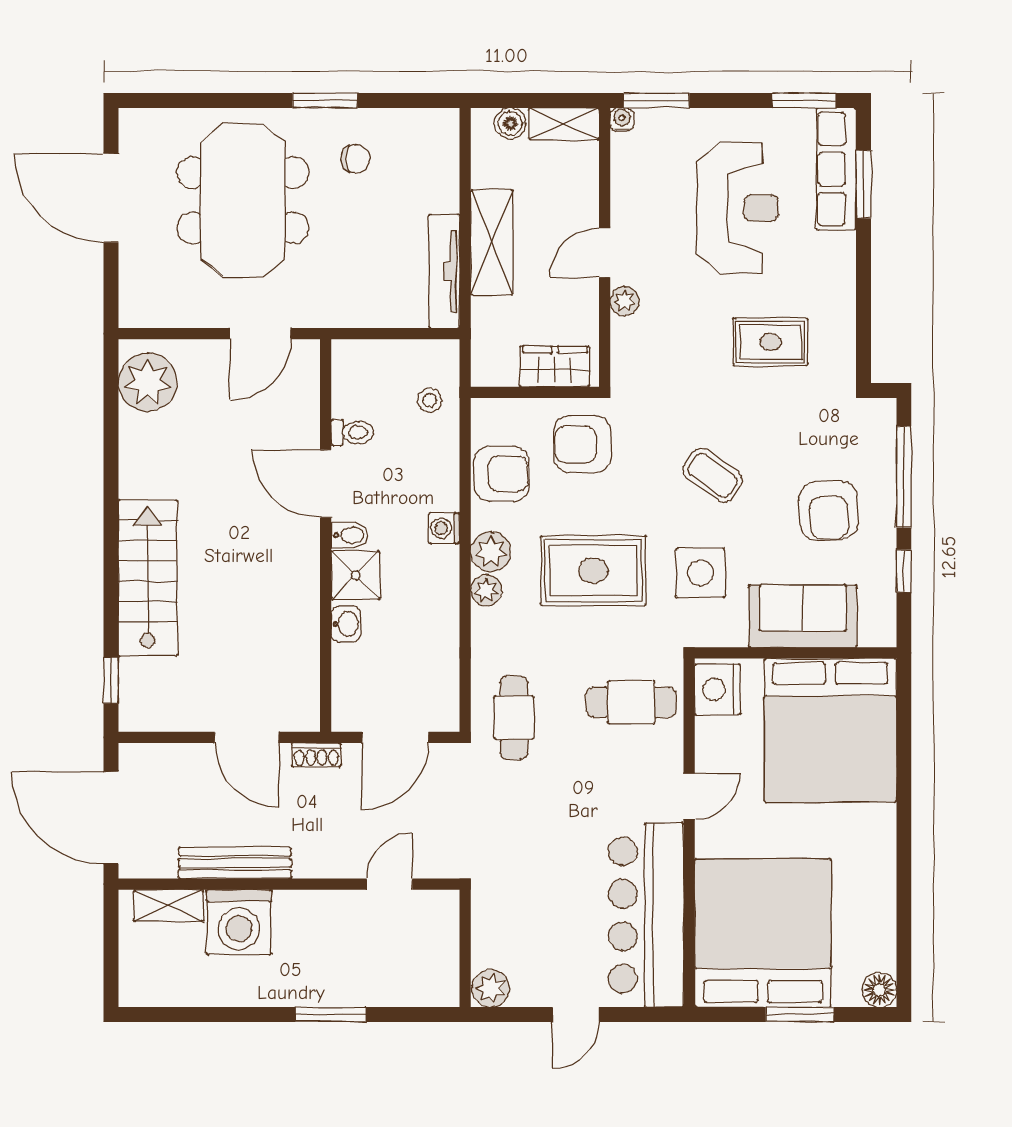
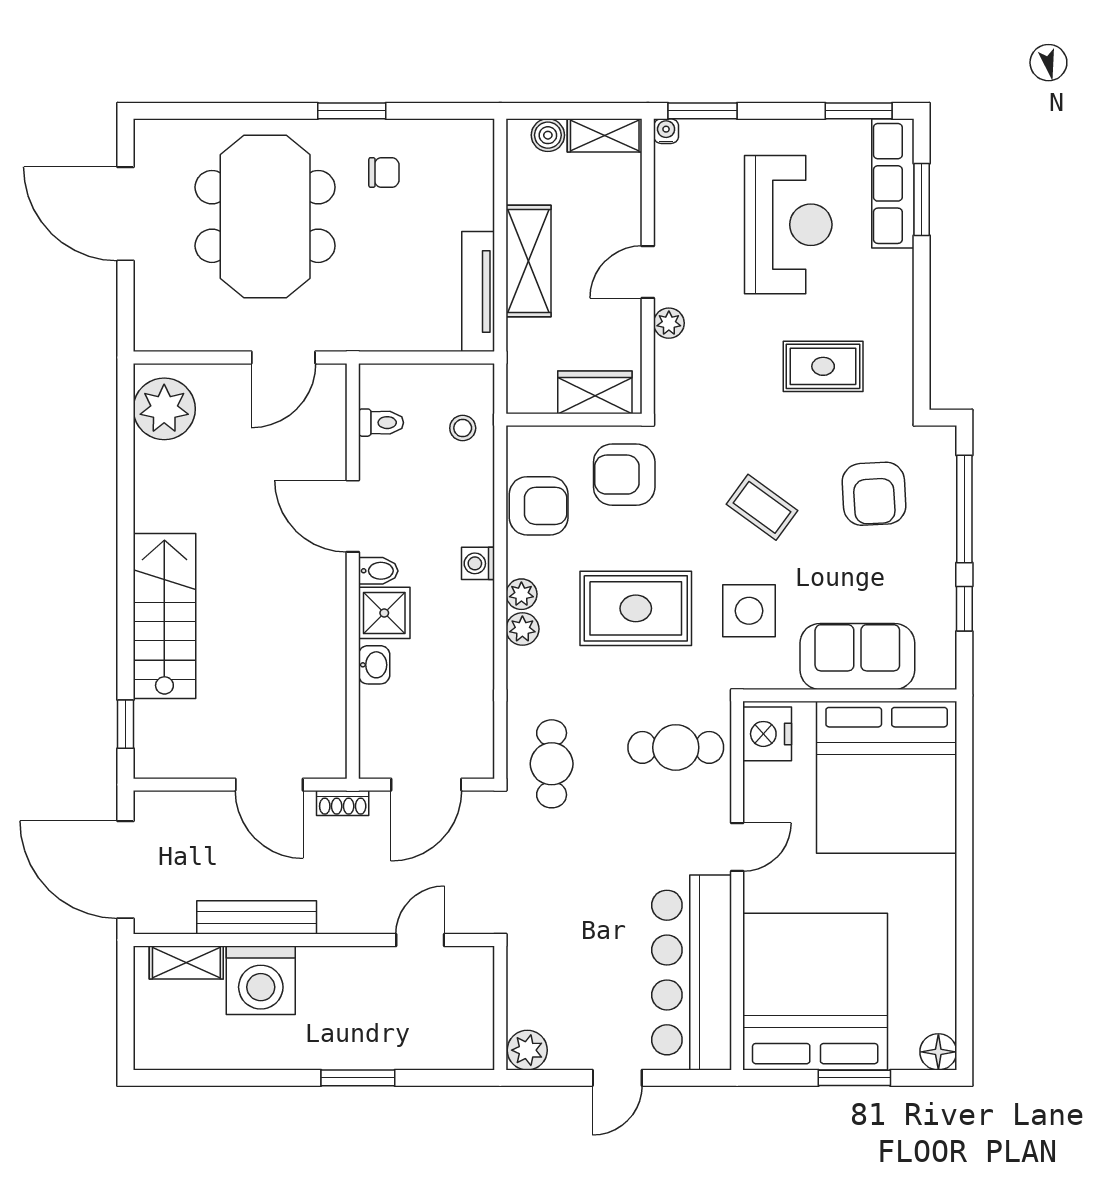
toilet: (352, 433) -> (381, 423), moved
armchair: (828, 511) -> (874, 494), moved
plant: (491, 552) -> (521, 594), width x0.73, depth x0.73

